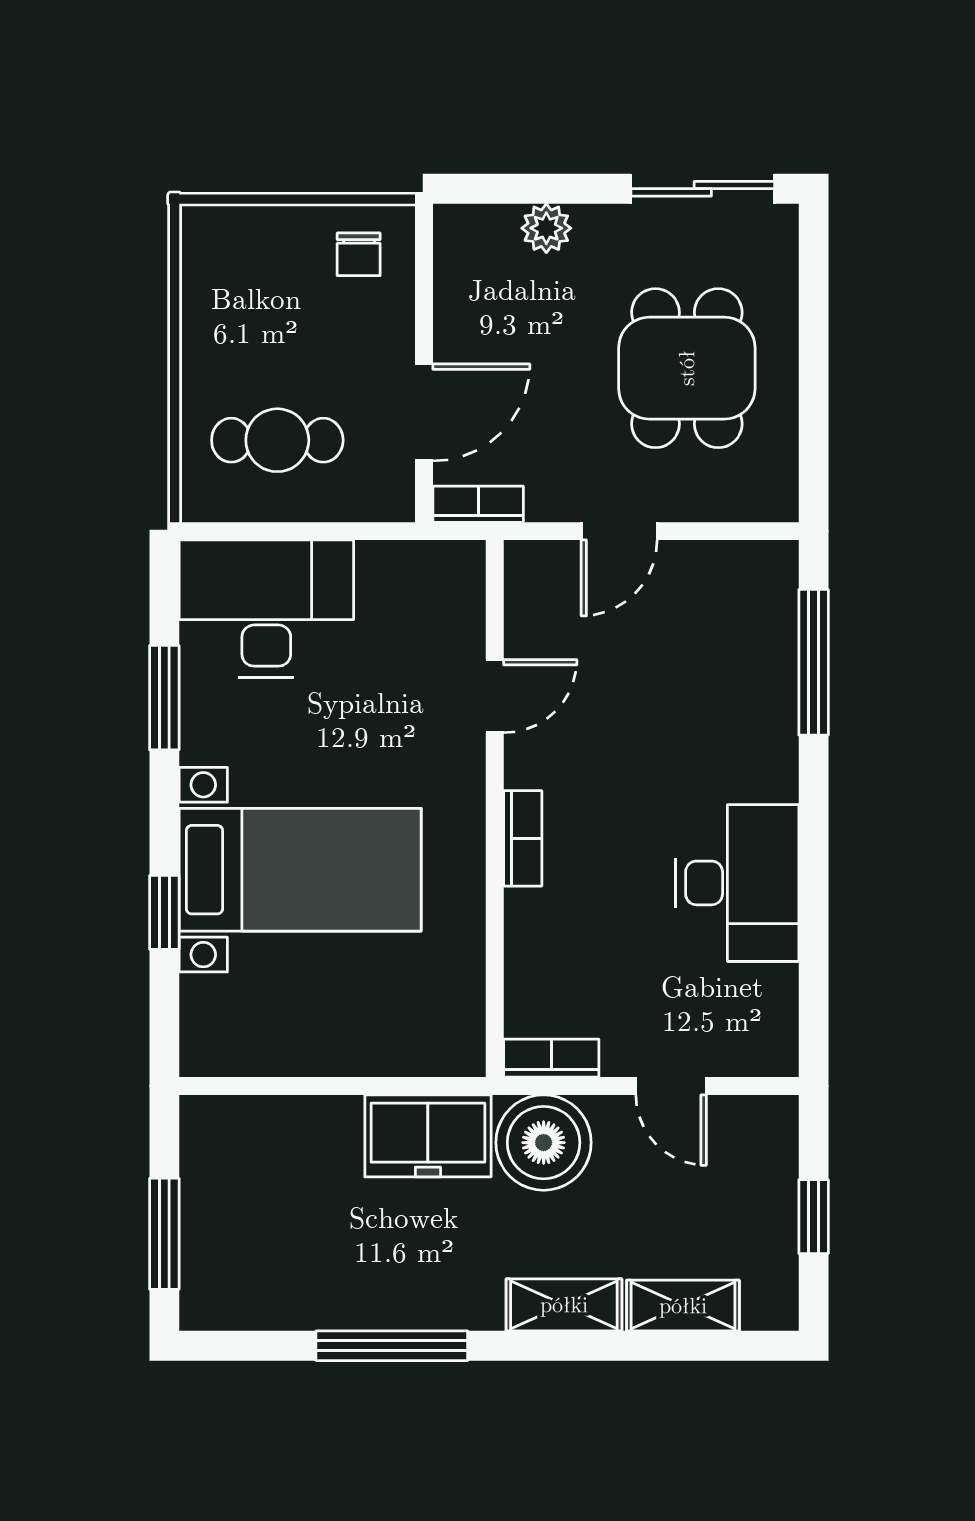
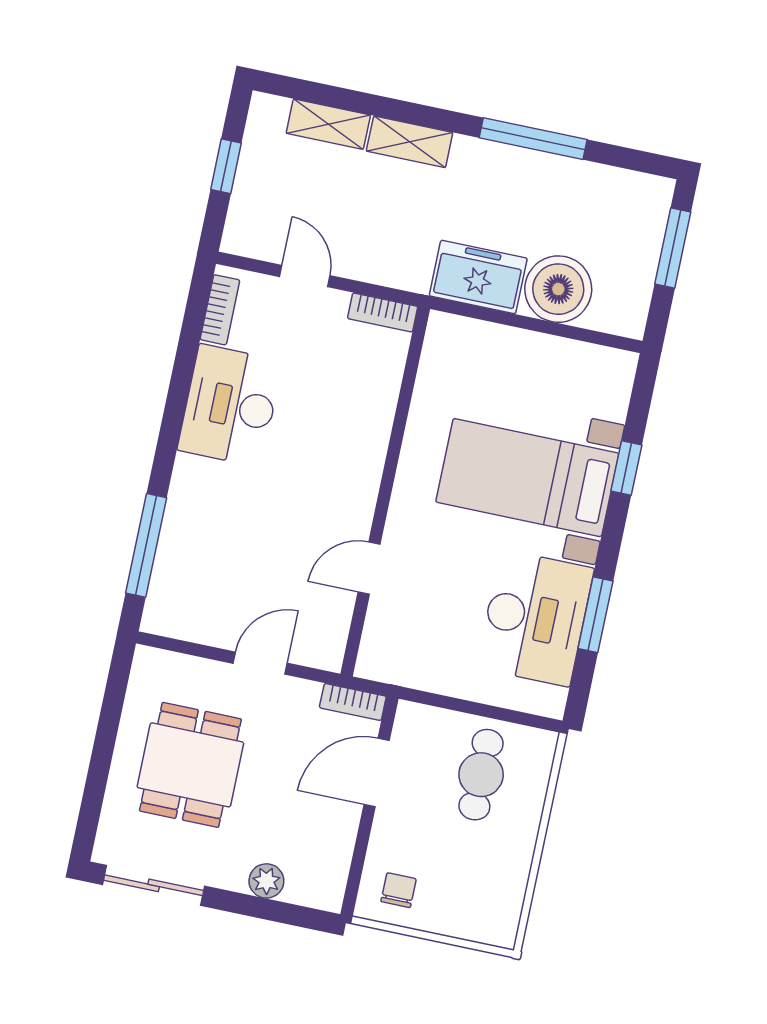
cafe table: (277, 440) -> (481, 775), turned 90
desk: (266, 609) -> (535, 618), moved, turned -90
bookcase: (523, 838) -> (220, 310), moved, turned 180
boiler: (544, 1143) -> (558, 289), moved

